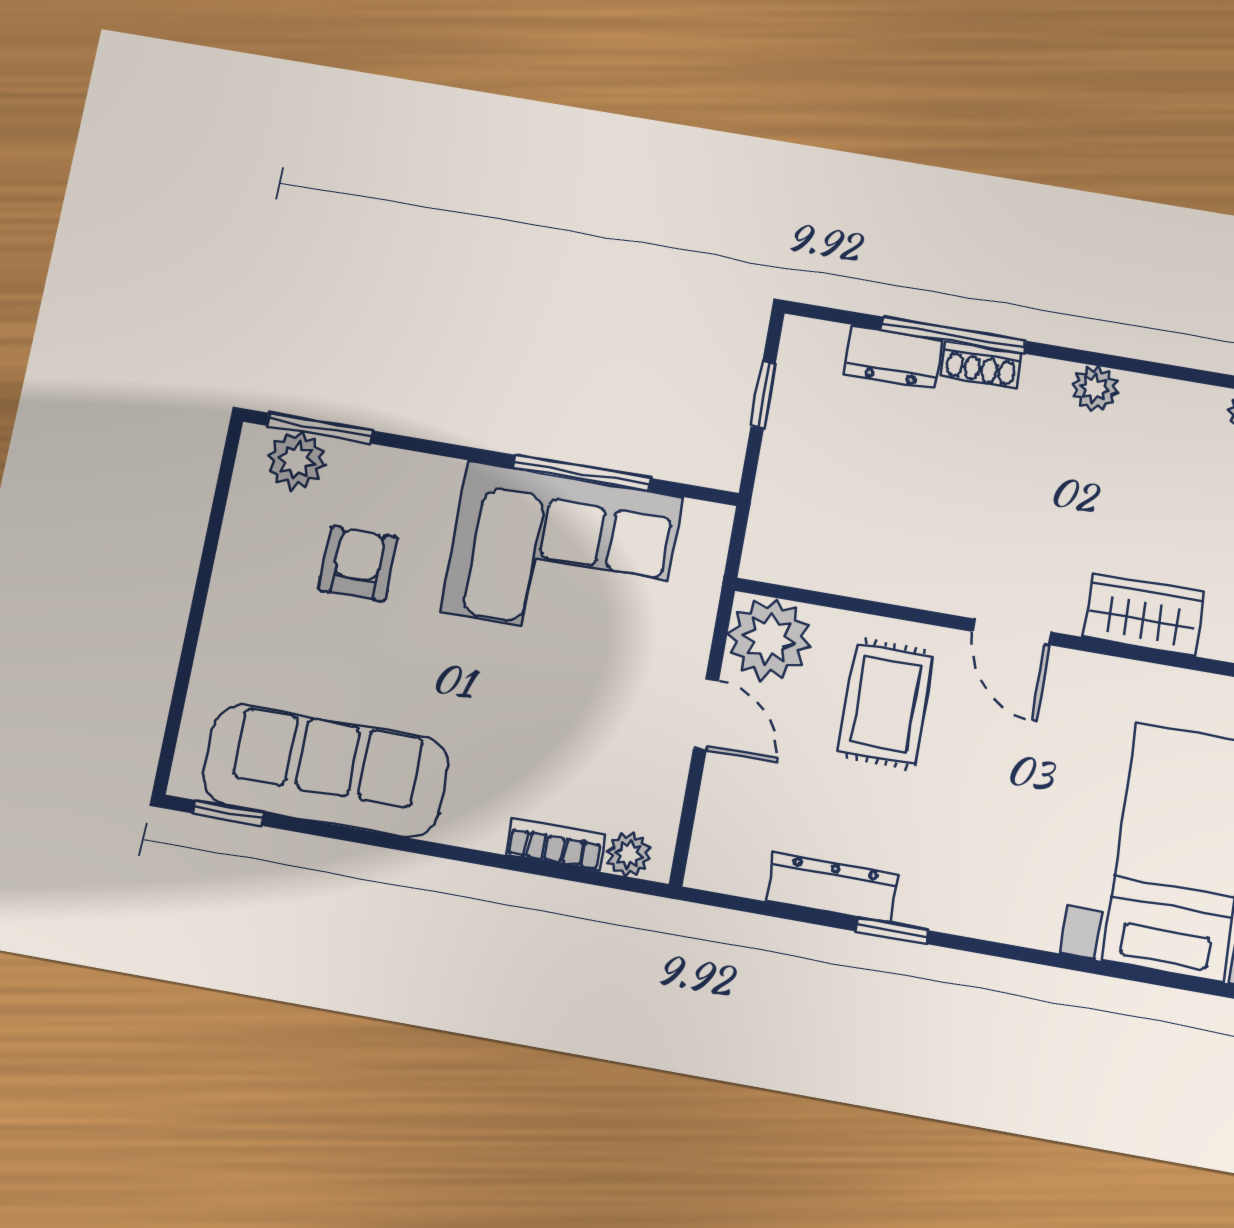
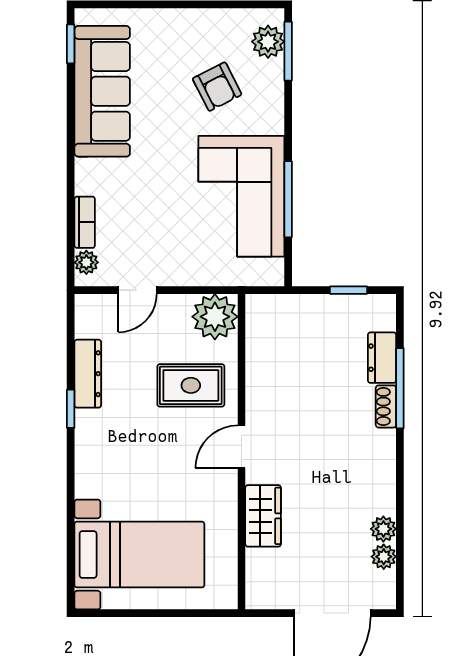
plant: (1095, 388) -> (383, 529), moved
armchair: (358, 564) -> (217, 87), turned 63
door: (706, 714) -> (137, 290), moved

